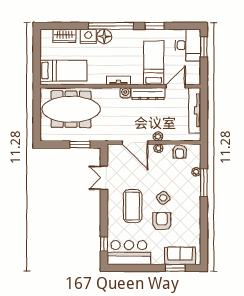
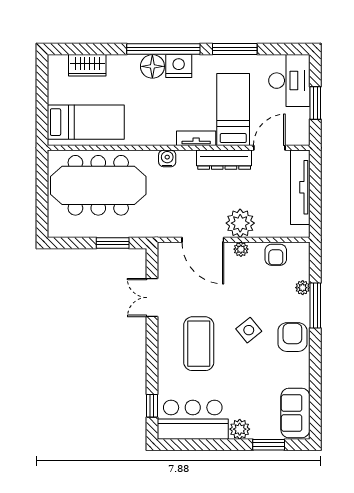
window: (155, 26) -> (235, 49), width x1.44
nightstand: (88, 36) -> (179, 66), moved
window: (204, 47) -> (315, 103), moved
tv unit: (118, 80) -> (196, 138), moved
water cooler: (125, 93) -> (167, 158), moved
plant: (158, 136) -> (240, 223), width x1.88, depth x1.88
armchair: (162, 221) -> (292, 337), moved
sofa: (180, 256) -> (295, 413), moved, turned -90
plant: (158, 258) -> (240, 429), added

